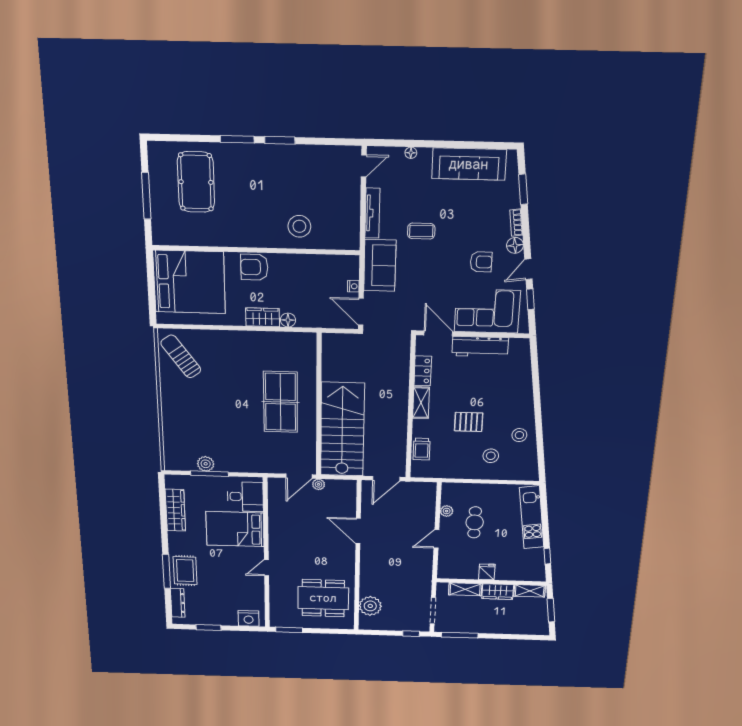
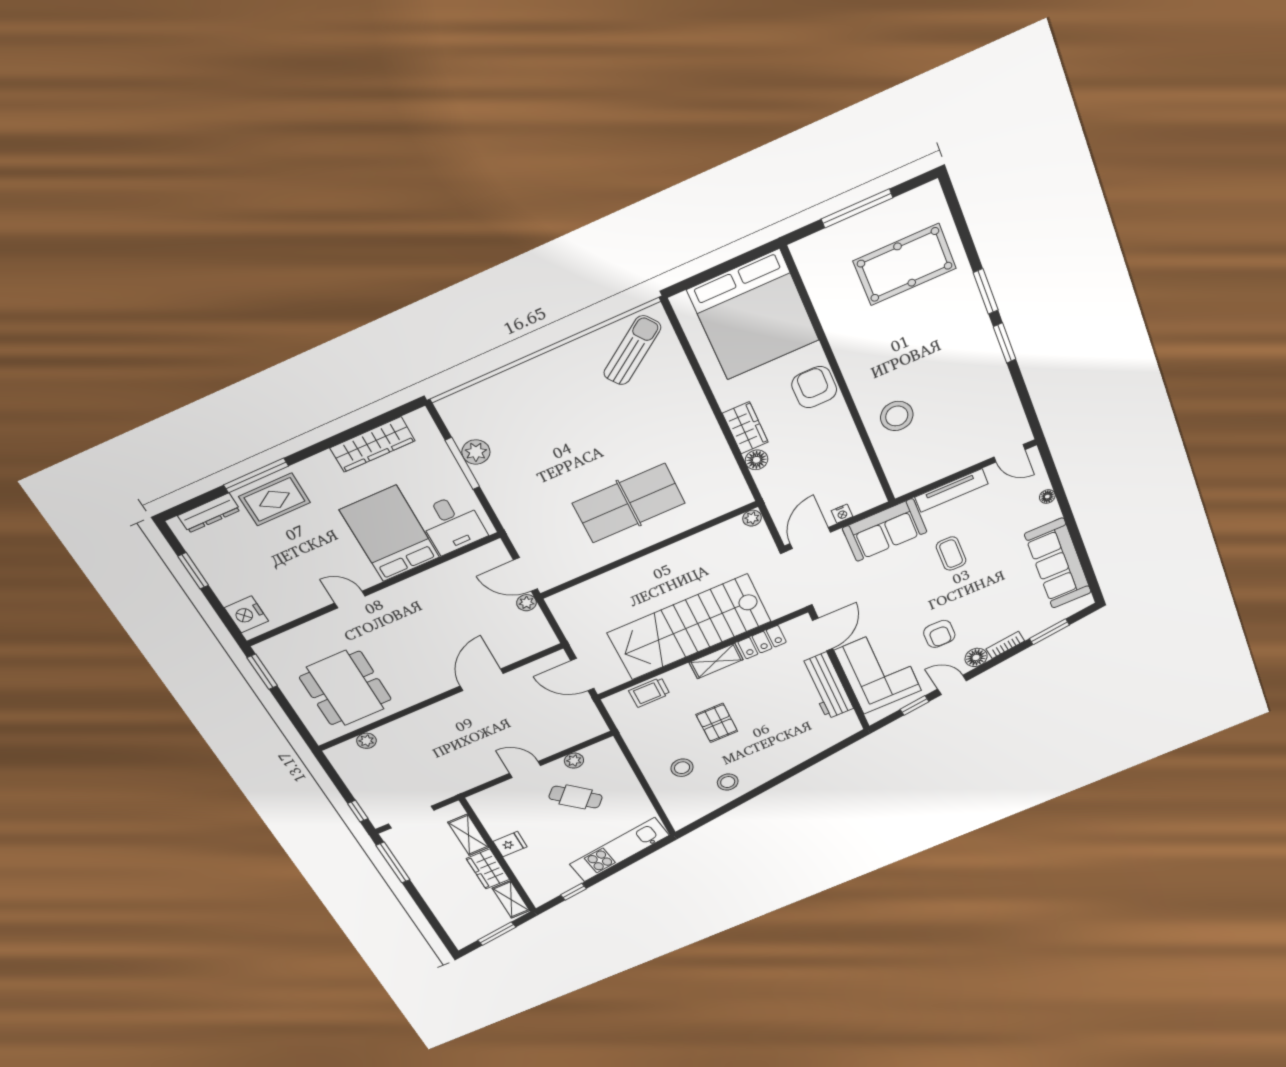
plant: (328, 339) -> (752, 518), added
stairs: (342, 430) -> (689, 627), moved, turned 180
cafe table: (475, 522) -> (576, 797), turned 42
plant: (370, 606) -> (366, 741), width x0.53, depth x0.53

